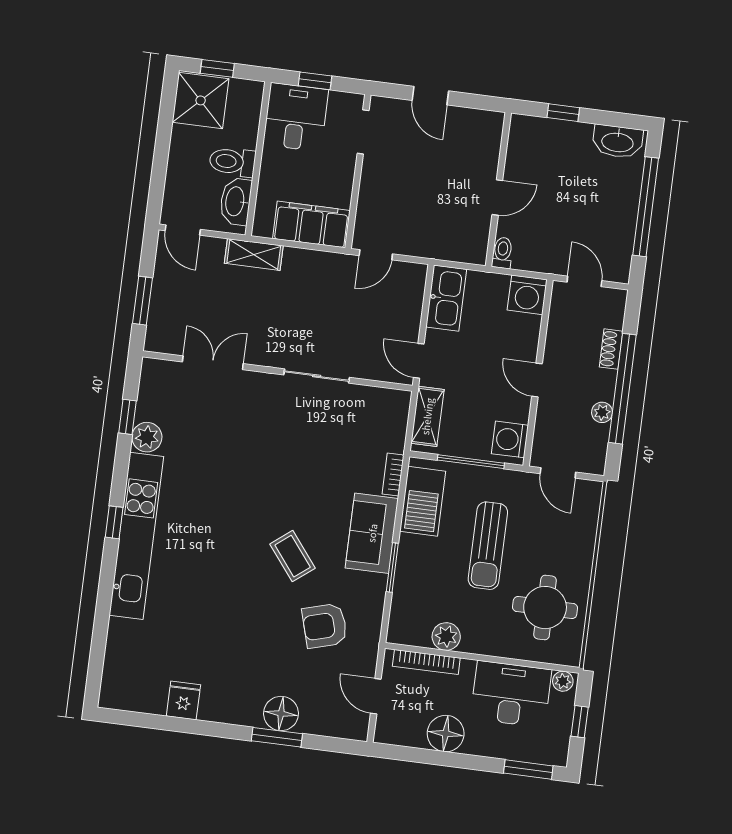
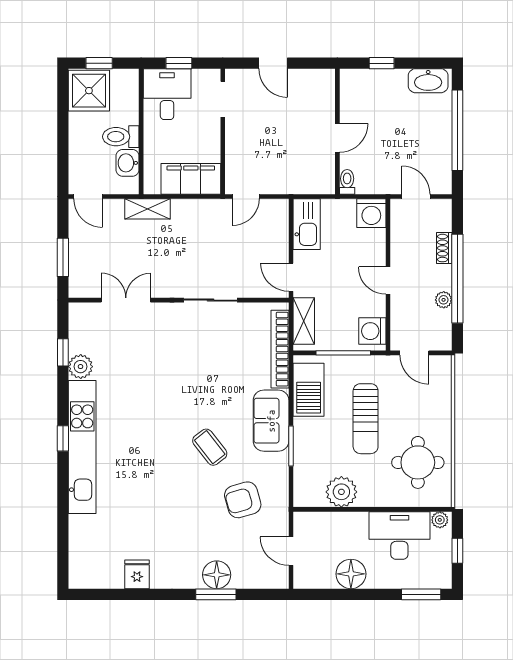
washbasin: (236, 201) -> (128, 163), width x0.72
bookcase: (393, 475) -> (280, 349), width x2.31, depth x1.31
plant: (446, 636) -> (341, 492), width x1.36, depth x1.36
bookcase: (426, 662) -> (328, 519), removed

